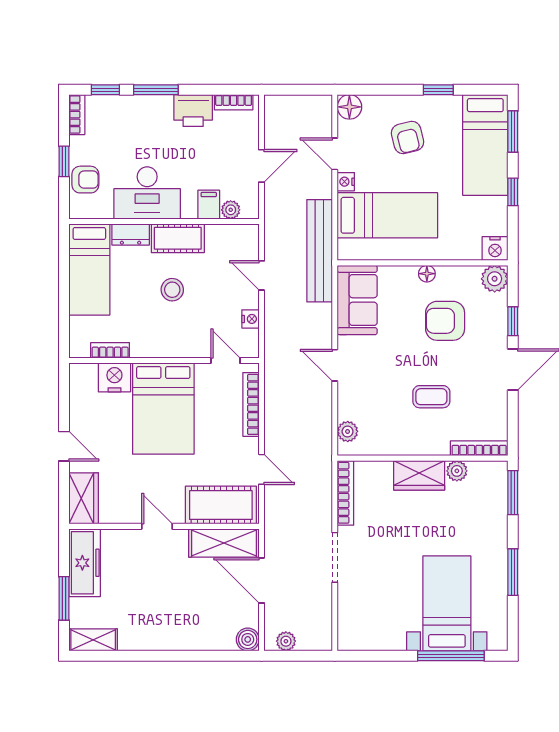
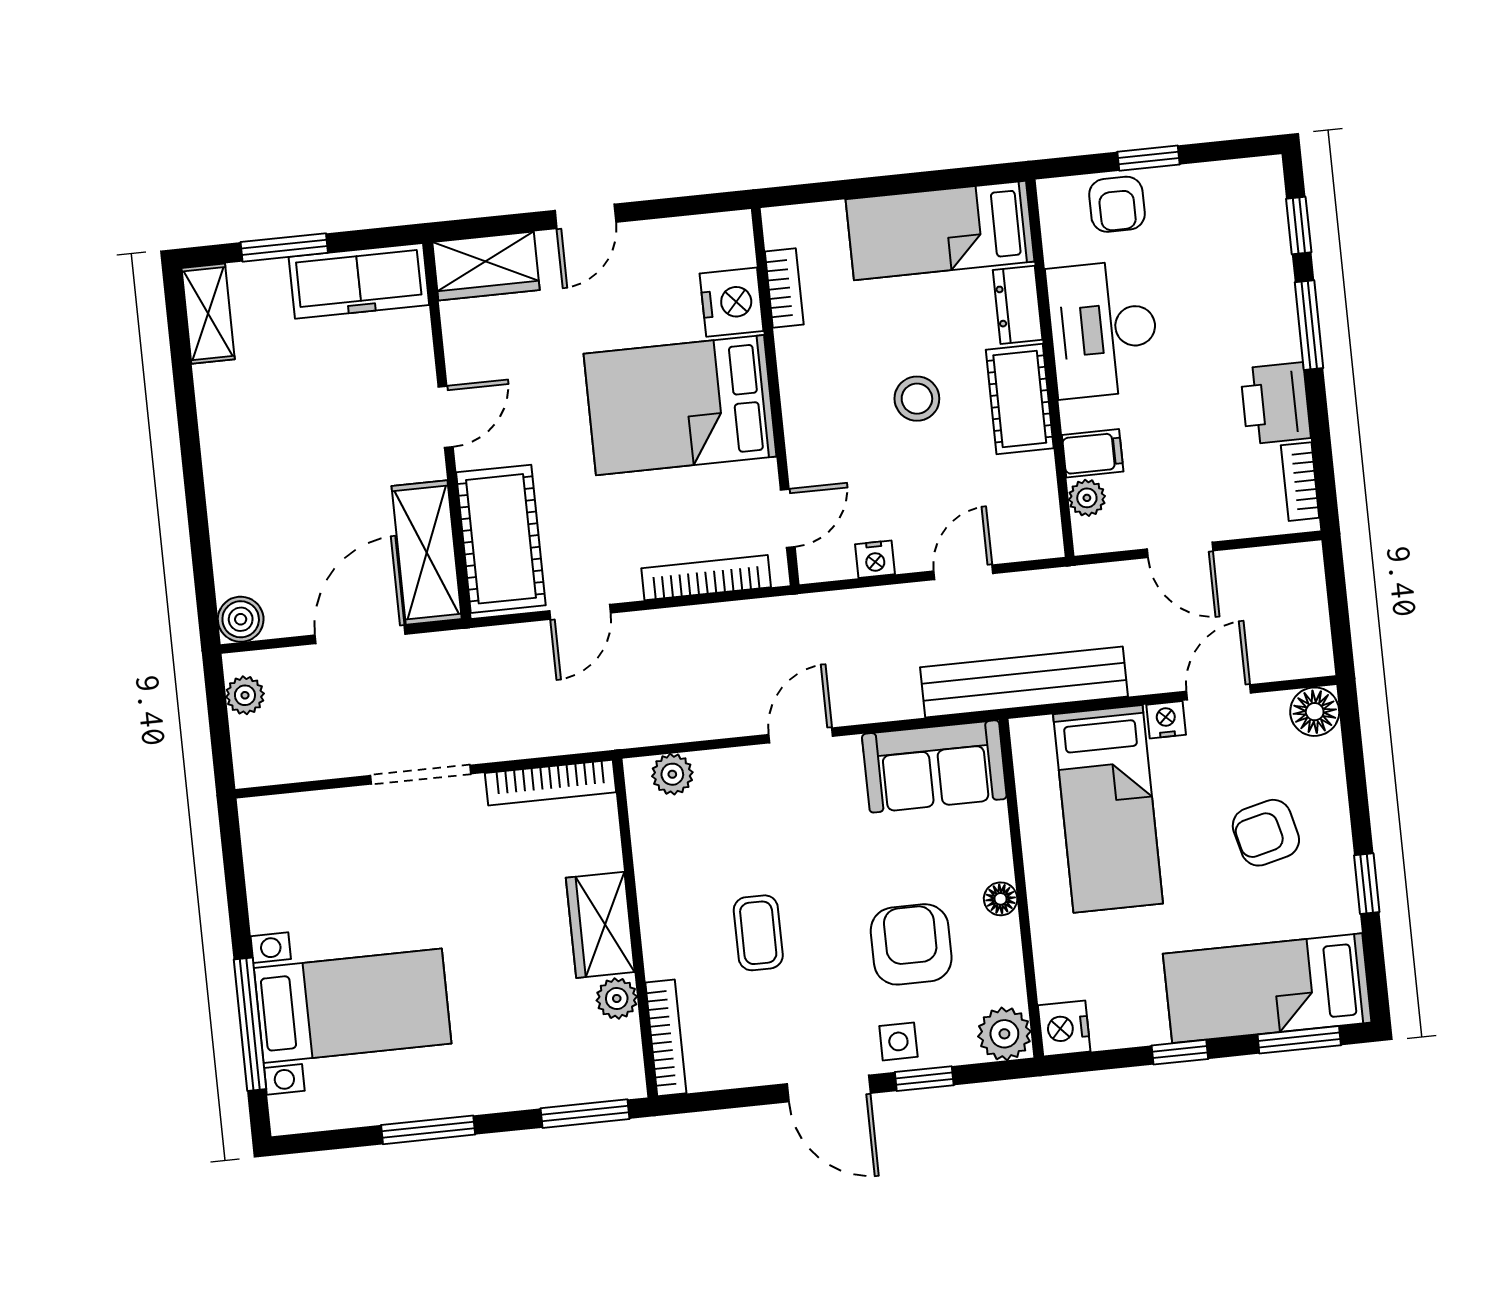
bookcase: (77, 115) -> (1244, 174), removed
side table: (493, 332) -> (898, 1041), added

